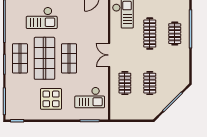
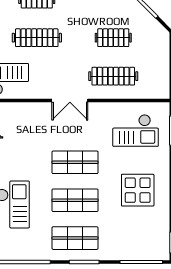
shop shelf: (44, 58) -> (75, 200), width x0.70, depth x0.74
clothes rail: (125, 83) -> (113, 76), width x1.36
checkout: (90, 98) -> (136, 131), turned 90

